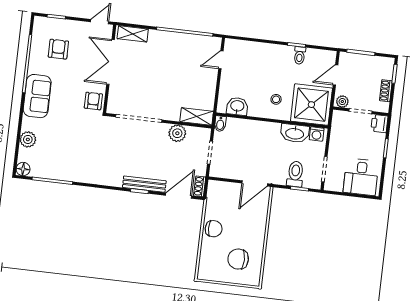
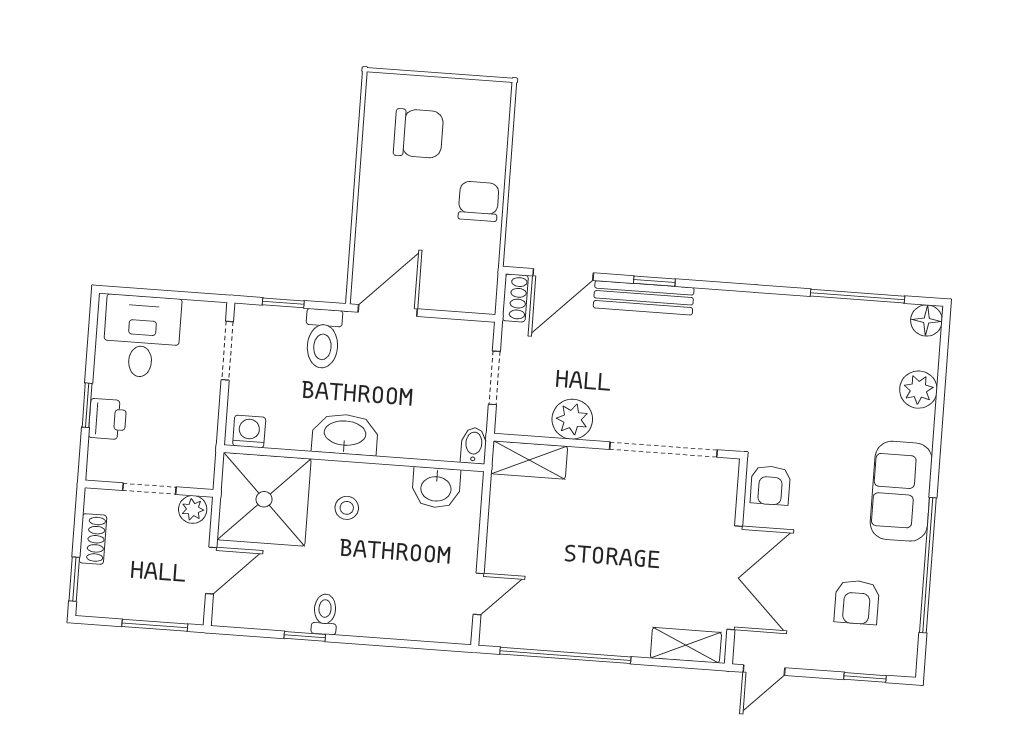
toilet: (300, 55) -> (325, 614), moved
printer: (379, 124) -> (108, 419), moved
washbasin: (295, 133) -> (345, 434), moved
toilet: (295, 174) -> (323, 339), moved
chair: (214, 229) -> (479, 201), turned 90

